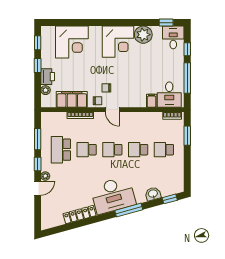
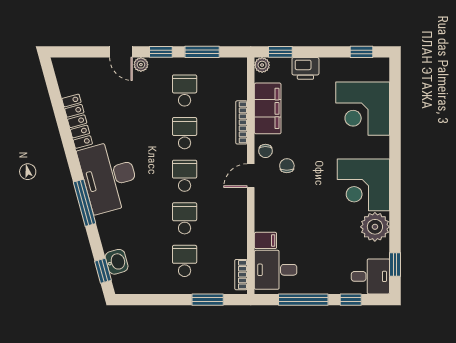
window: (38, 66) -> (280, 52), moved
plant: (46, 90) -> (262, 65), moved
school desk: (61, 150) -> (185, 91), width x0.54
washbasin: (153, 194) -> (117, 262), moved

